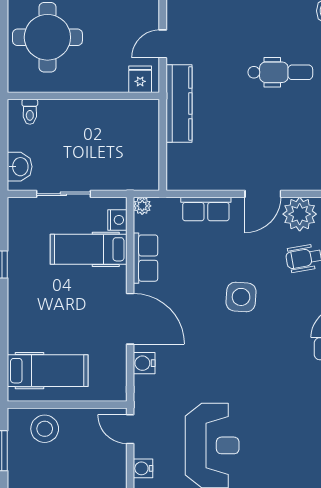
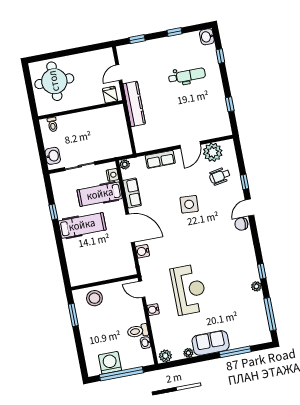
hospital bed: (48, 371) -> (82, 225), moved

